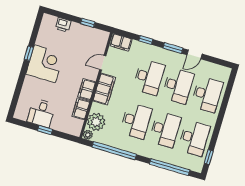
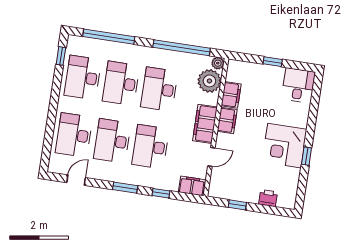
door: (195, 54) -> (76, 180), moved
desk: (41, 113) -> (298, 85), moved

